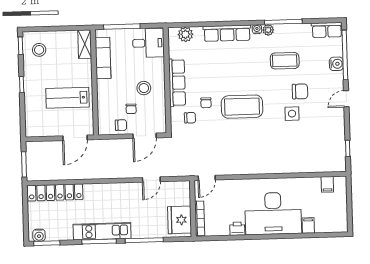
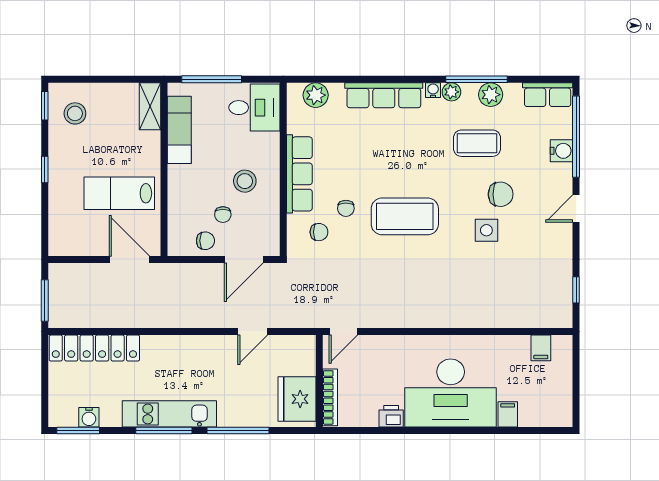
plant: (292, 31) -> (491, 95), added
door: (75, 138) -> (129, 259), swing flipped
water cooler: (39, 235) -> (89, 417), moved

